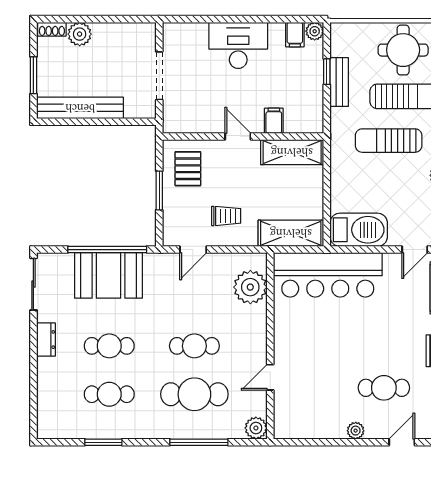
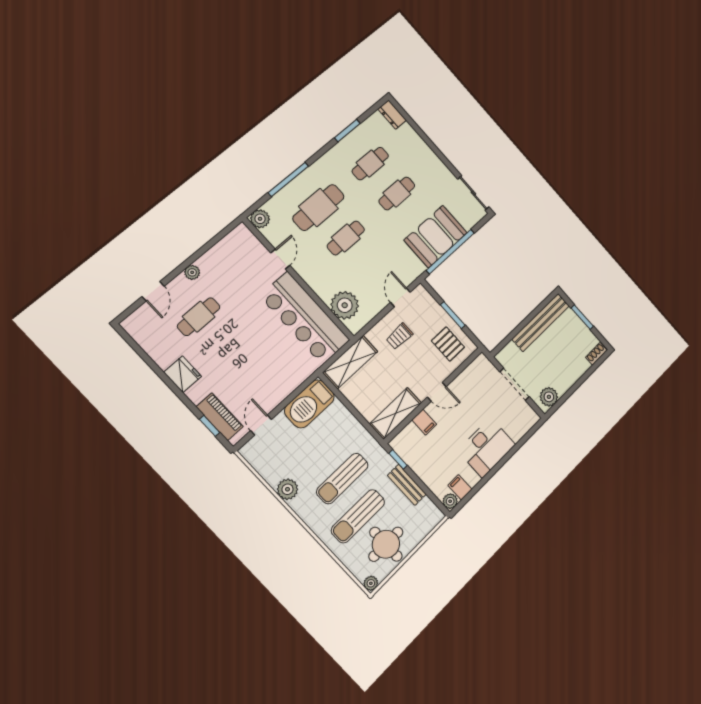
plant: (80, 34) -> (549, 397), moved
window: (327, 72) -> (398, 459), moved
sun lounger: (389, 141) -> (342, 478), turned 180
bar counter: (328, 275) -> (305, 318), moved, turned -90
dresser: (46, 340) -> (392, 115), moved

